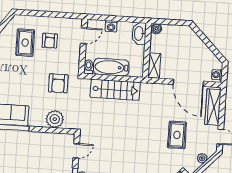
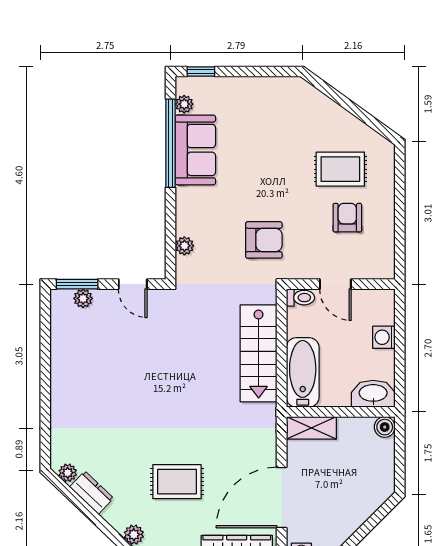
door: (84, 36) -> (335, 284), moved
armchair: (50, 41) -> (347, 218), turned 90
bathtub: (111, 67) -> (303, 372), moved
armchair: (58, 83) -> (264, 240), turned 180
plant: (55, 119) -> (184, 246), width x0.53, depth x0.53

